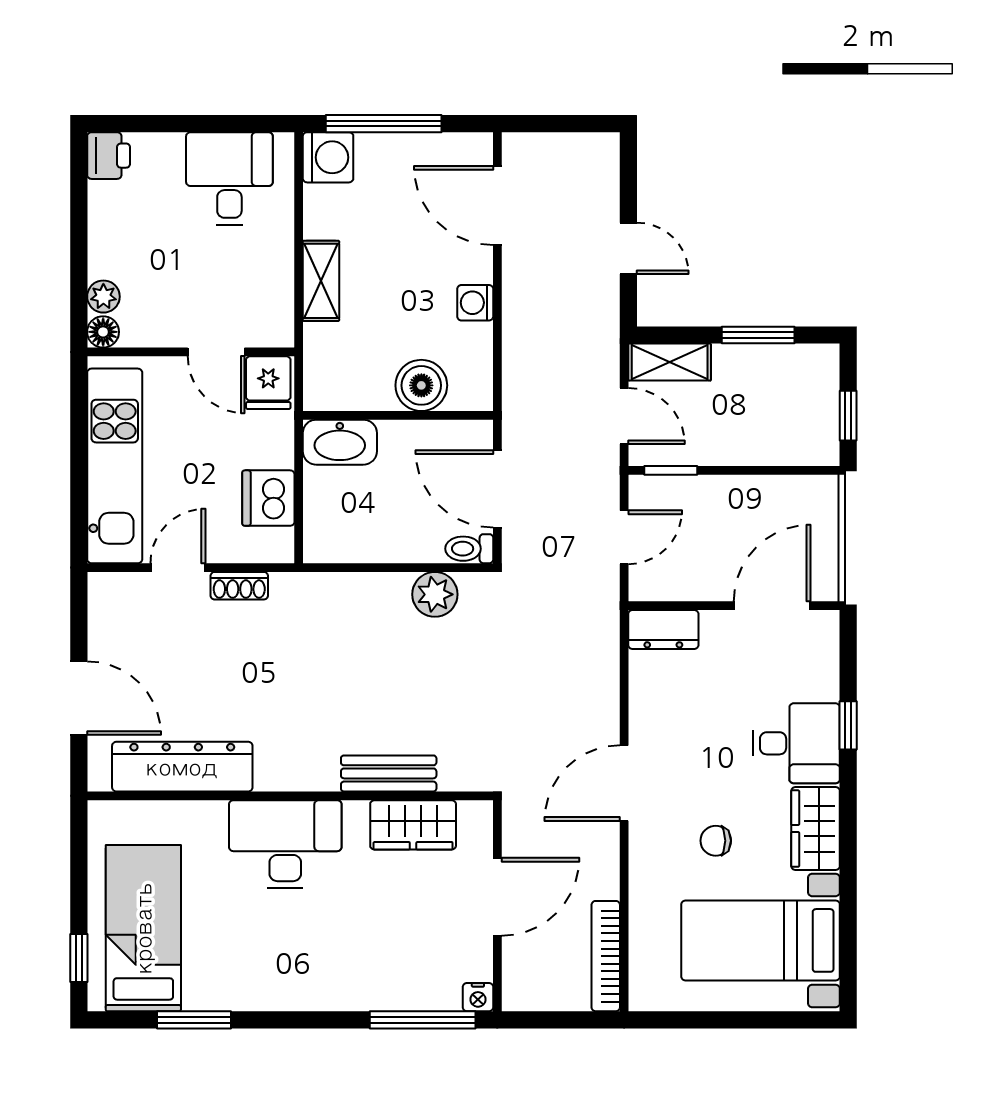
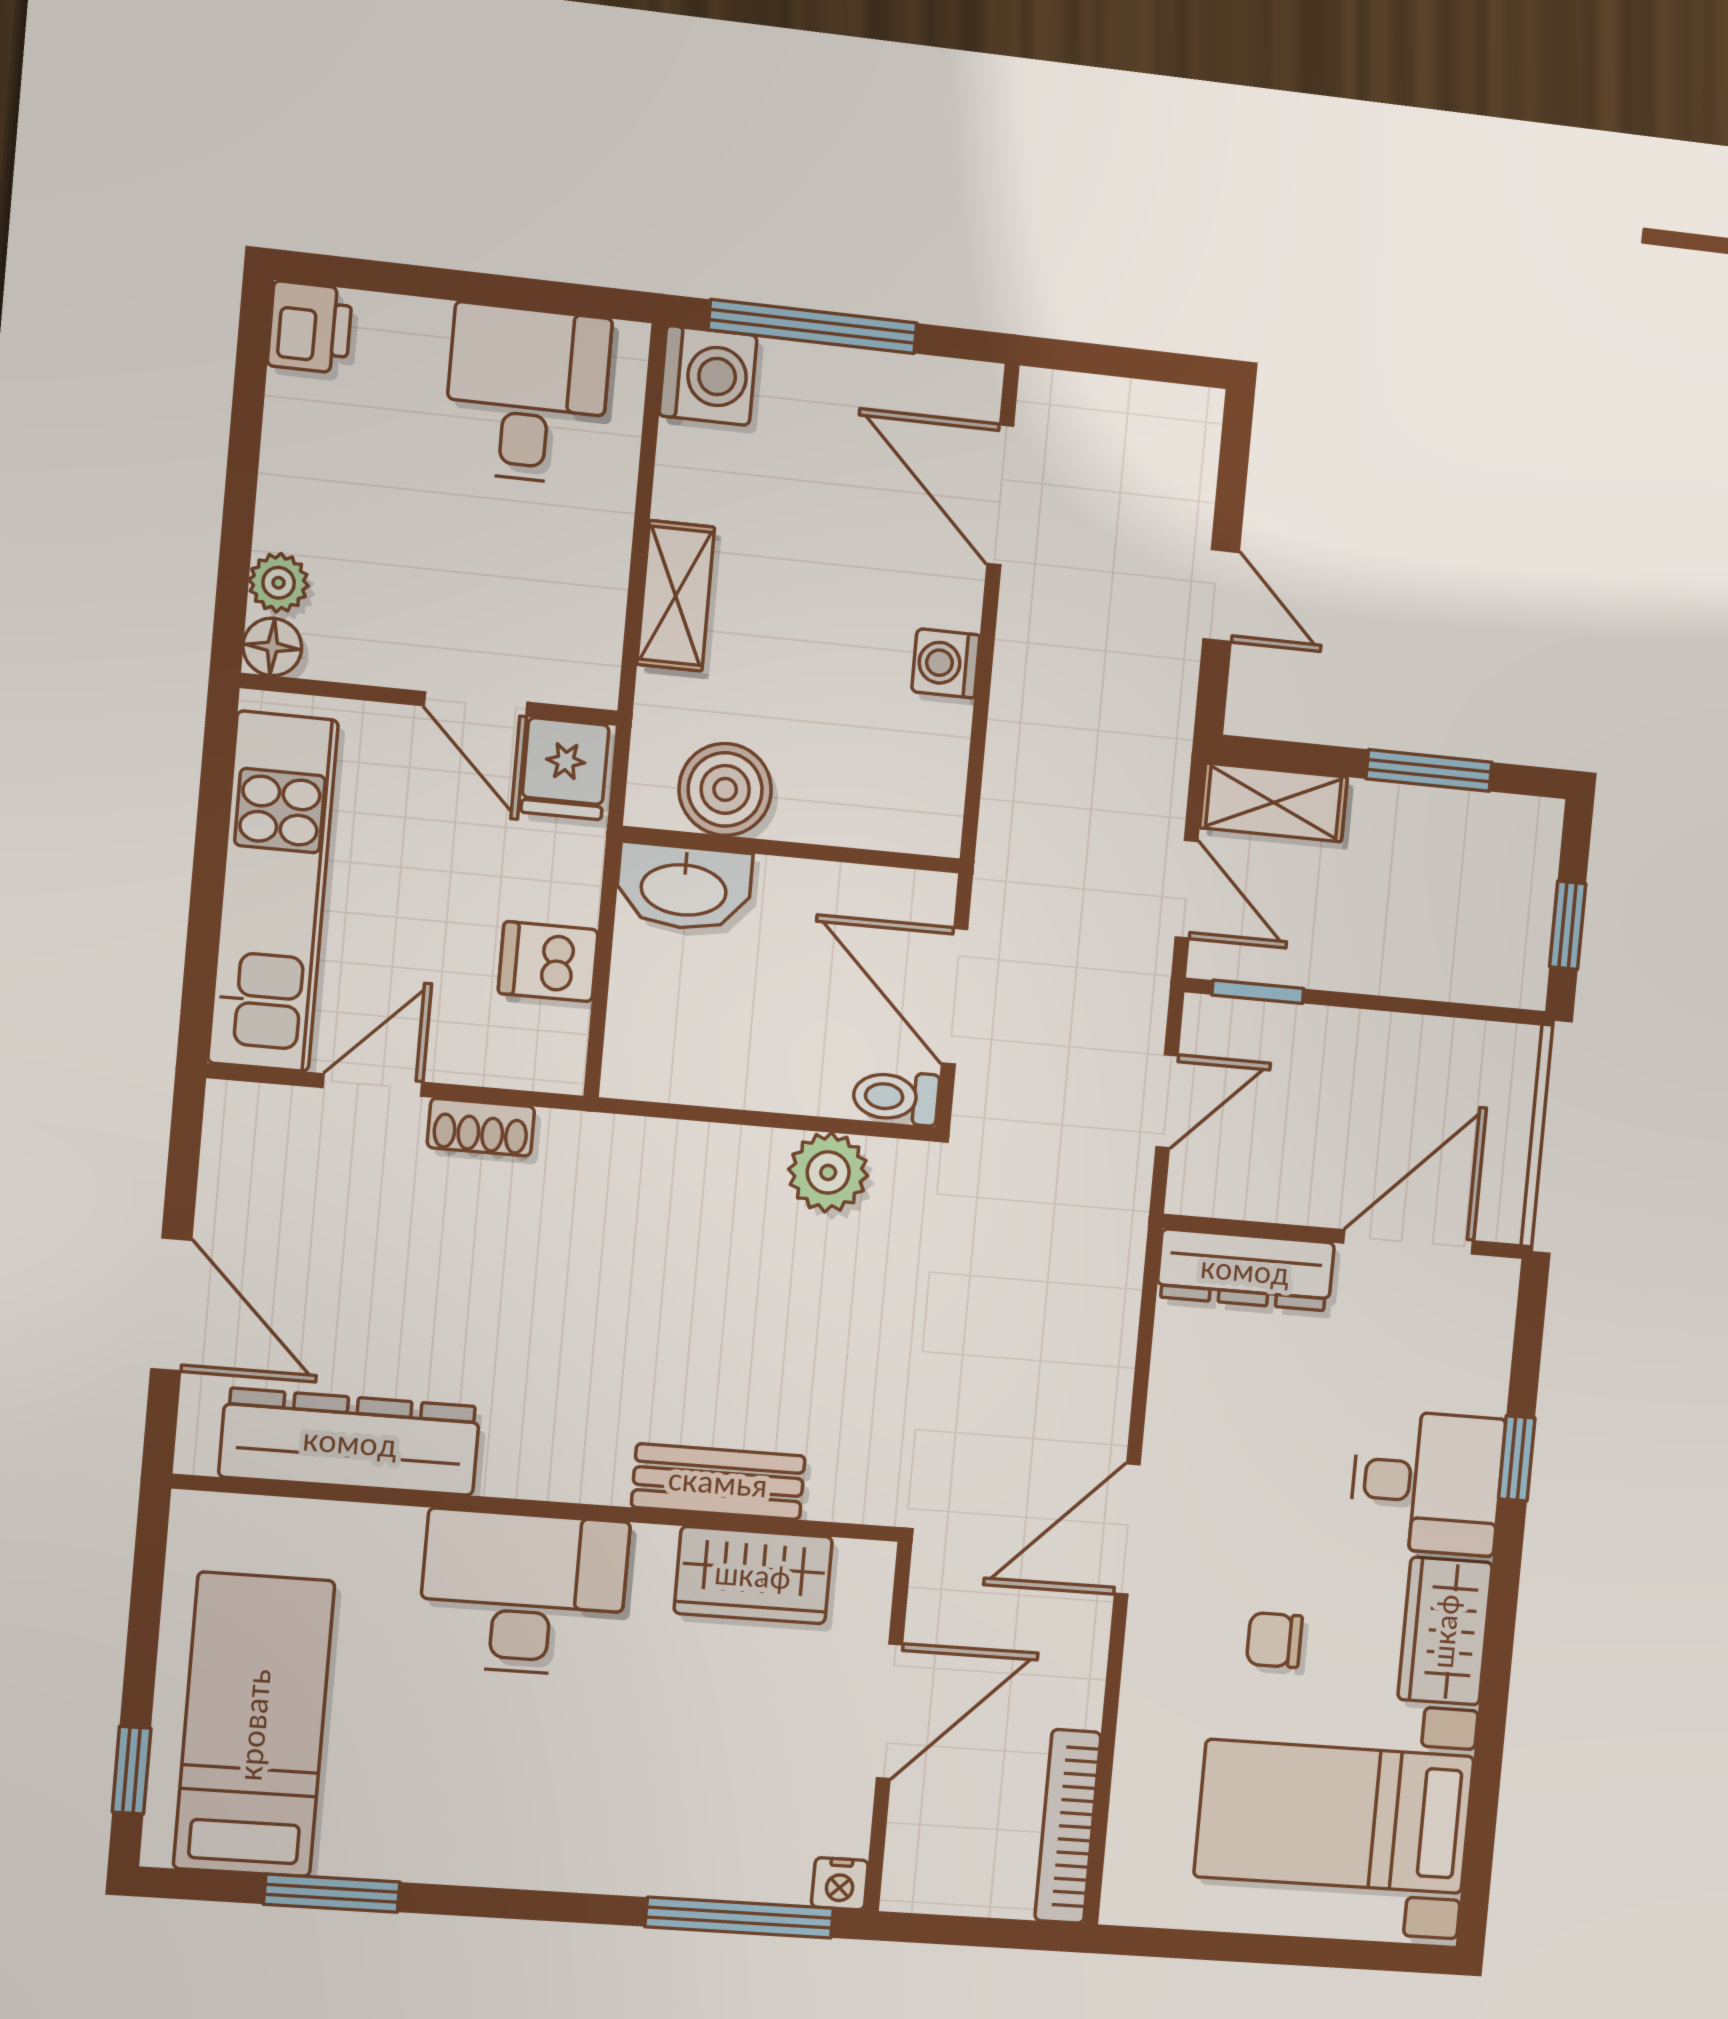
boiler: (421, 385) -> (725, 789), moved
dishwasher: (268, 498) -> (548, 962), width x0.73
dresser: (663, 629) -> (1245, 1270), width x1.44

